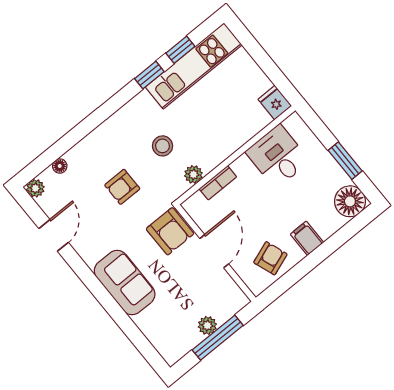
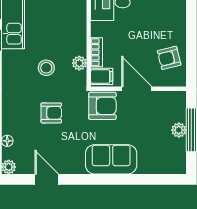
armchair: (122, 187) -> (51, 113), turned -90
filing cabinet: (307, 238) -> (102, 76), moved, turned 180
armchair: (270, 258) -> (169, 58), turned -84

